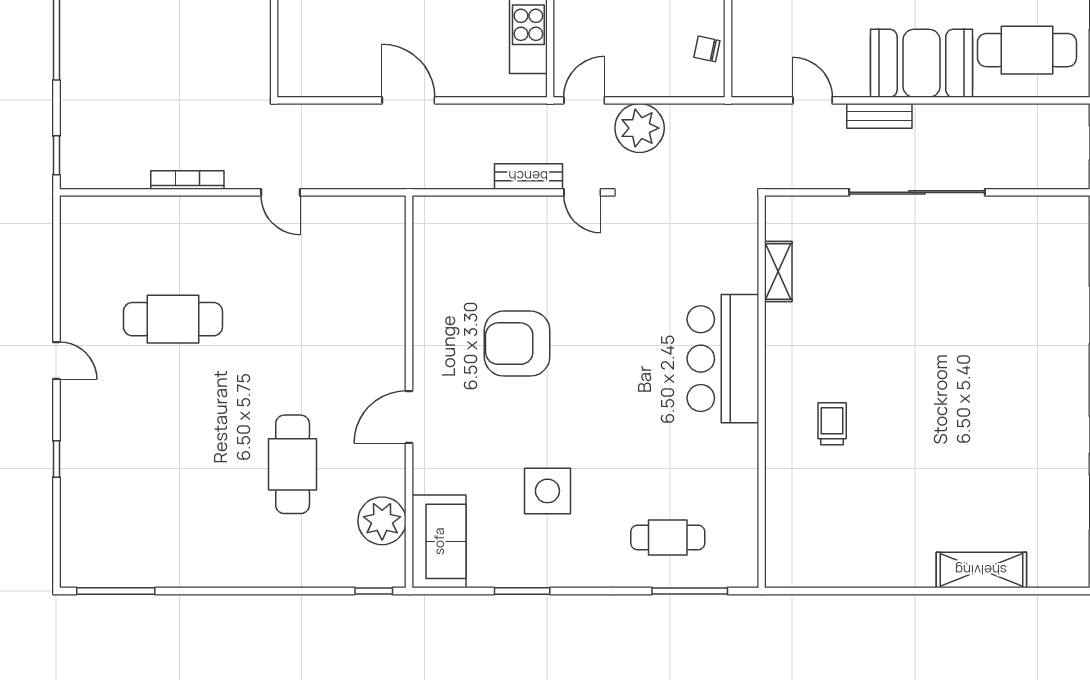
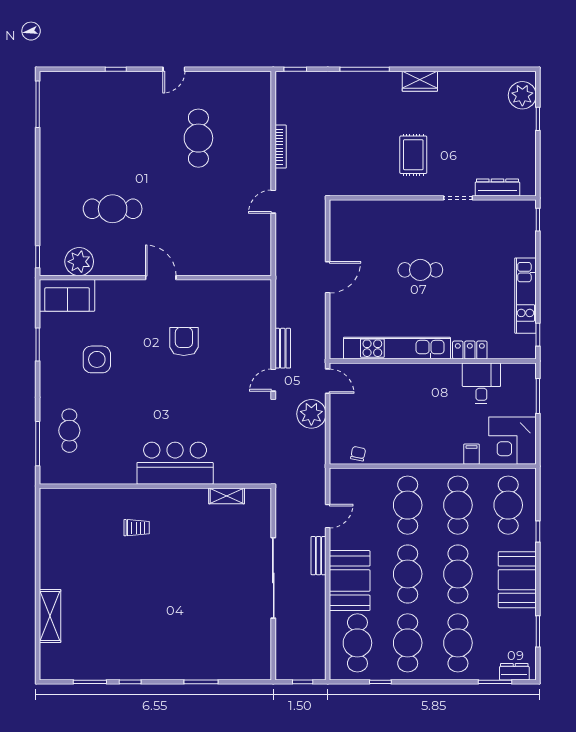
armchair: (517, 344) -> (184, 341), width x0.73, depth x0.73
door: (409, 417) -> (161, 278), moved

